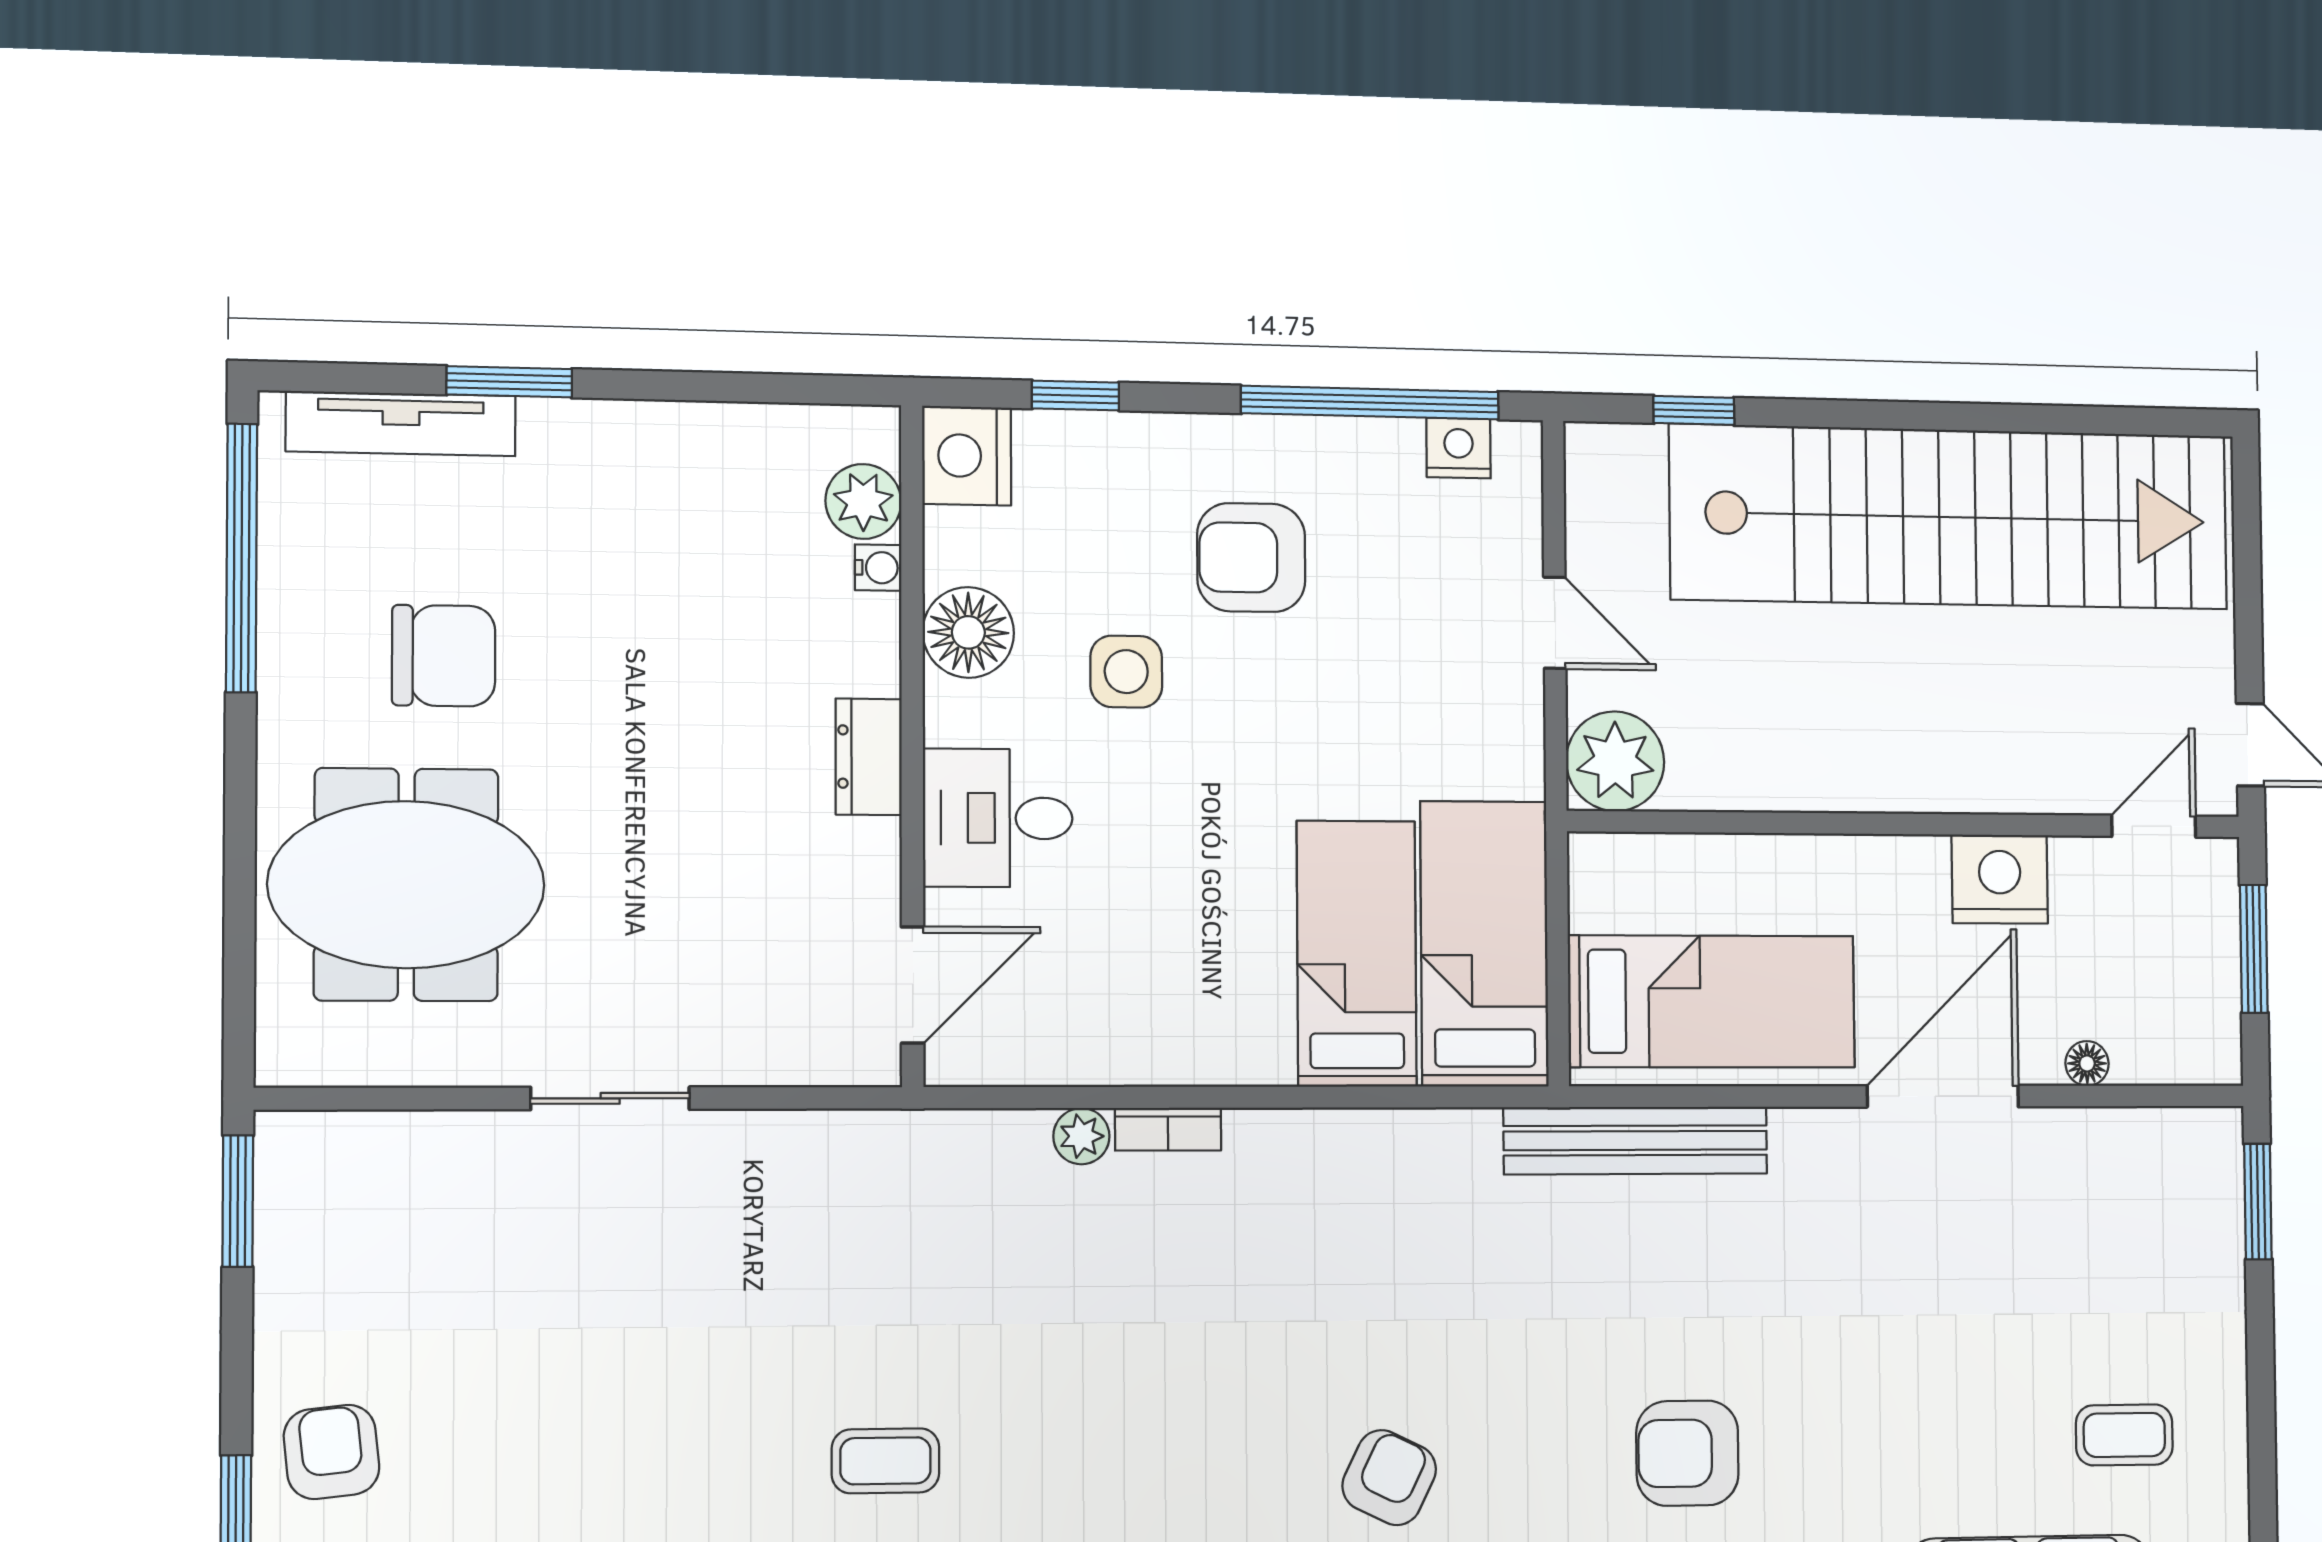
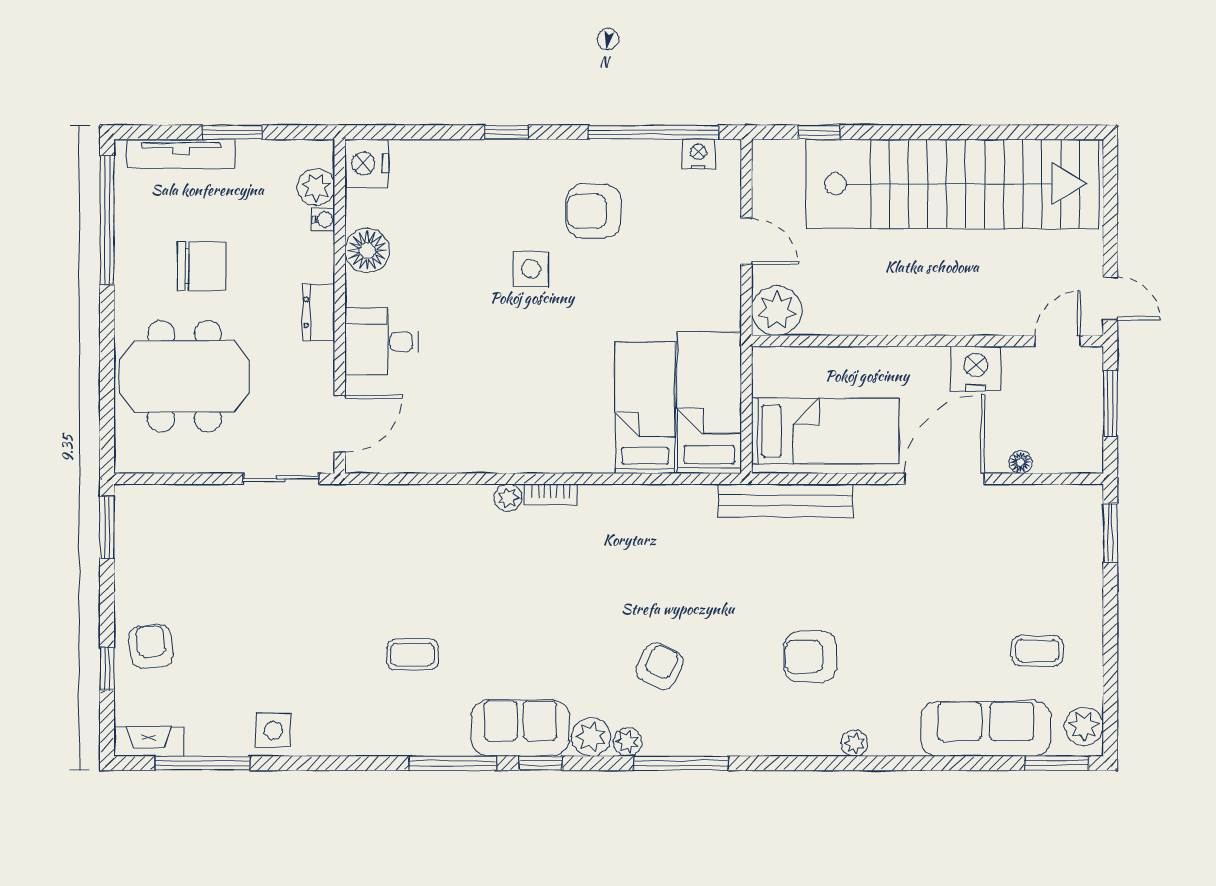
nightstand: (967, 456) -> (367, 163), moved
plant: (863, 501) -> (316, 187), moved
water cooler: (878, 568) -> (323, 219), moved
floor lamp: (968, 632) -> (367, 251), moved
wall: (912, 745) -> (340, 306), moved
dresser: (869, 757) -> (319, 312), moved
desk: (998, 818) -> (381, 342), moved
door: (913, 985) -> (340, 424), moved

